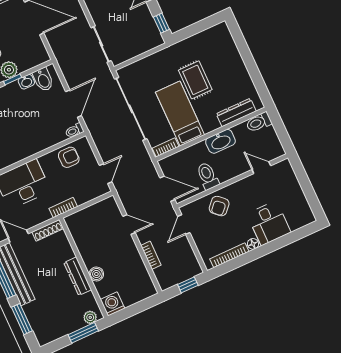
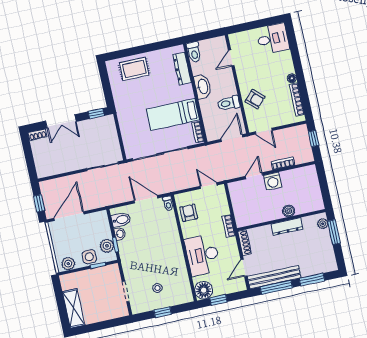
rug: (195, 80) -> (134, 69), moved
desk: (269, 223) -> (273, 39), moved
washing machine: (112, 304) -> (273, 181), moved, turned -90

